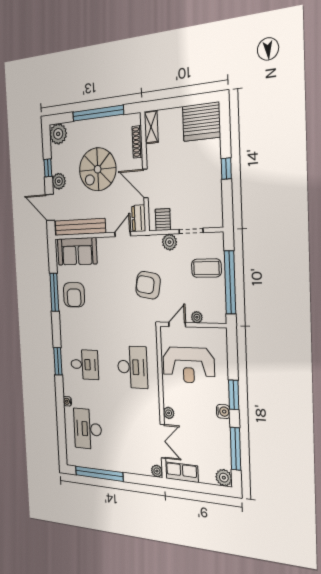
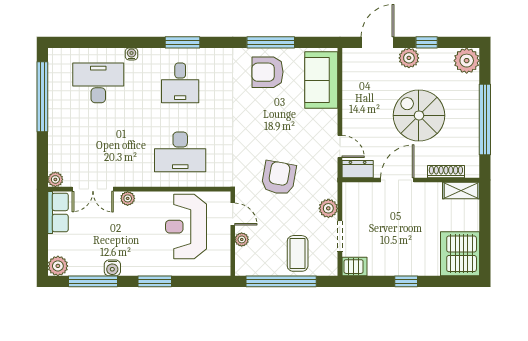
server rack: (163, 220) -> (355, 267), moved
bench: (80, 227) -> (351, 86), removed
water cooler: (223, 411) -> (112, 268), moved

